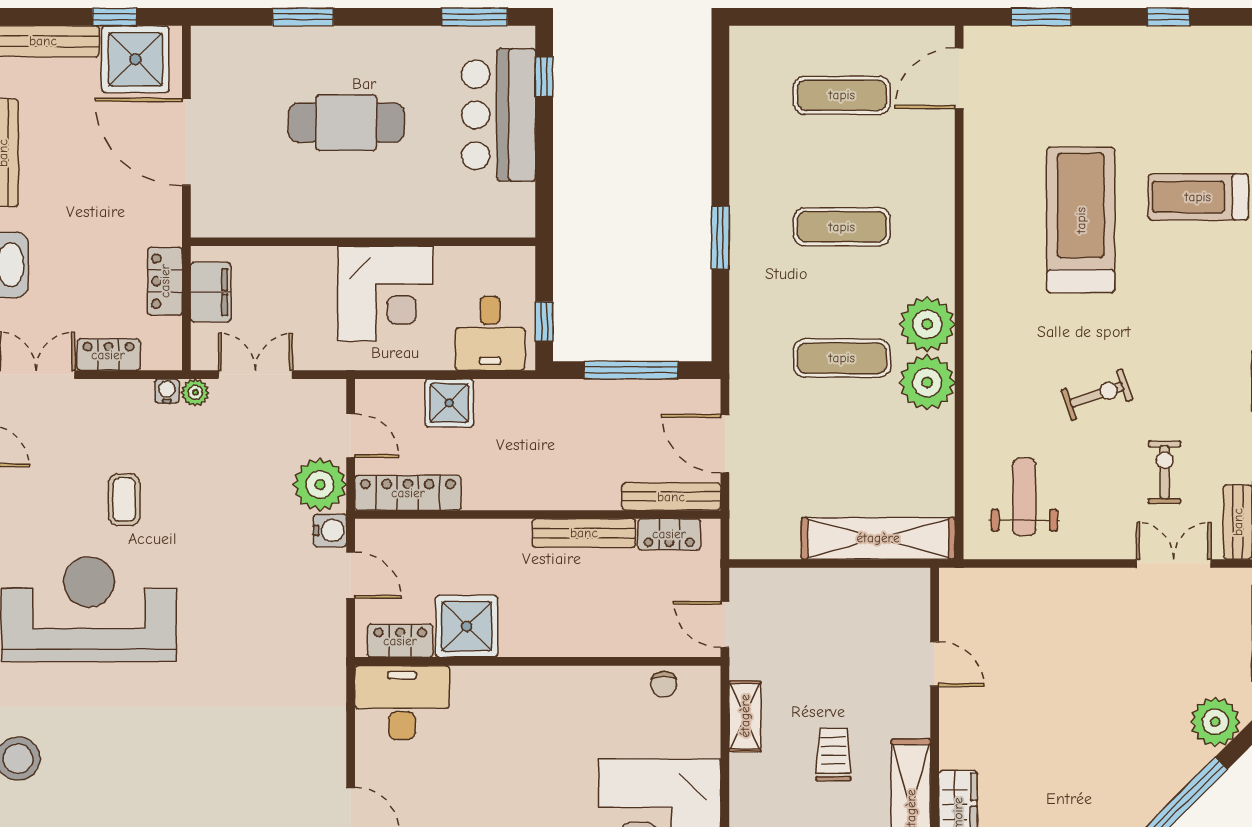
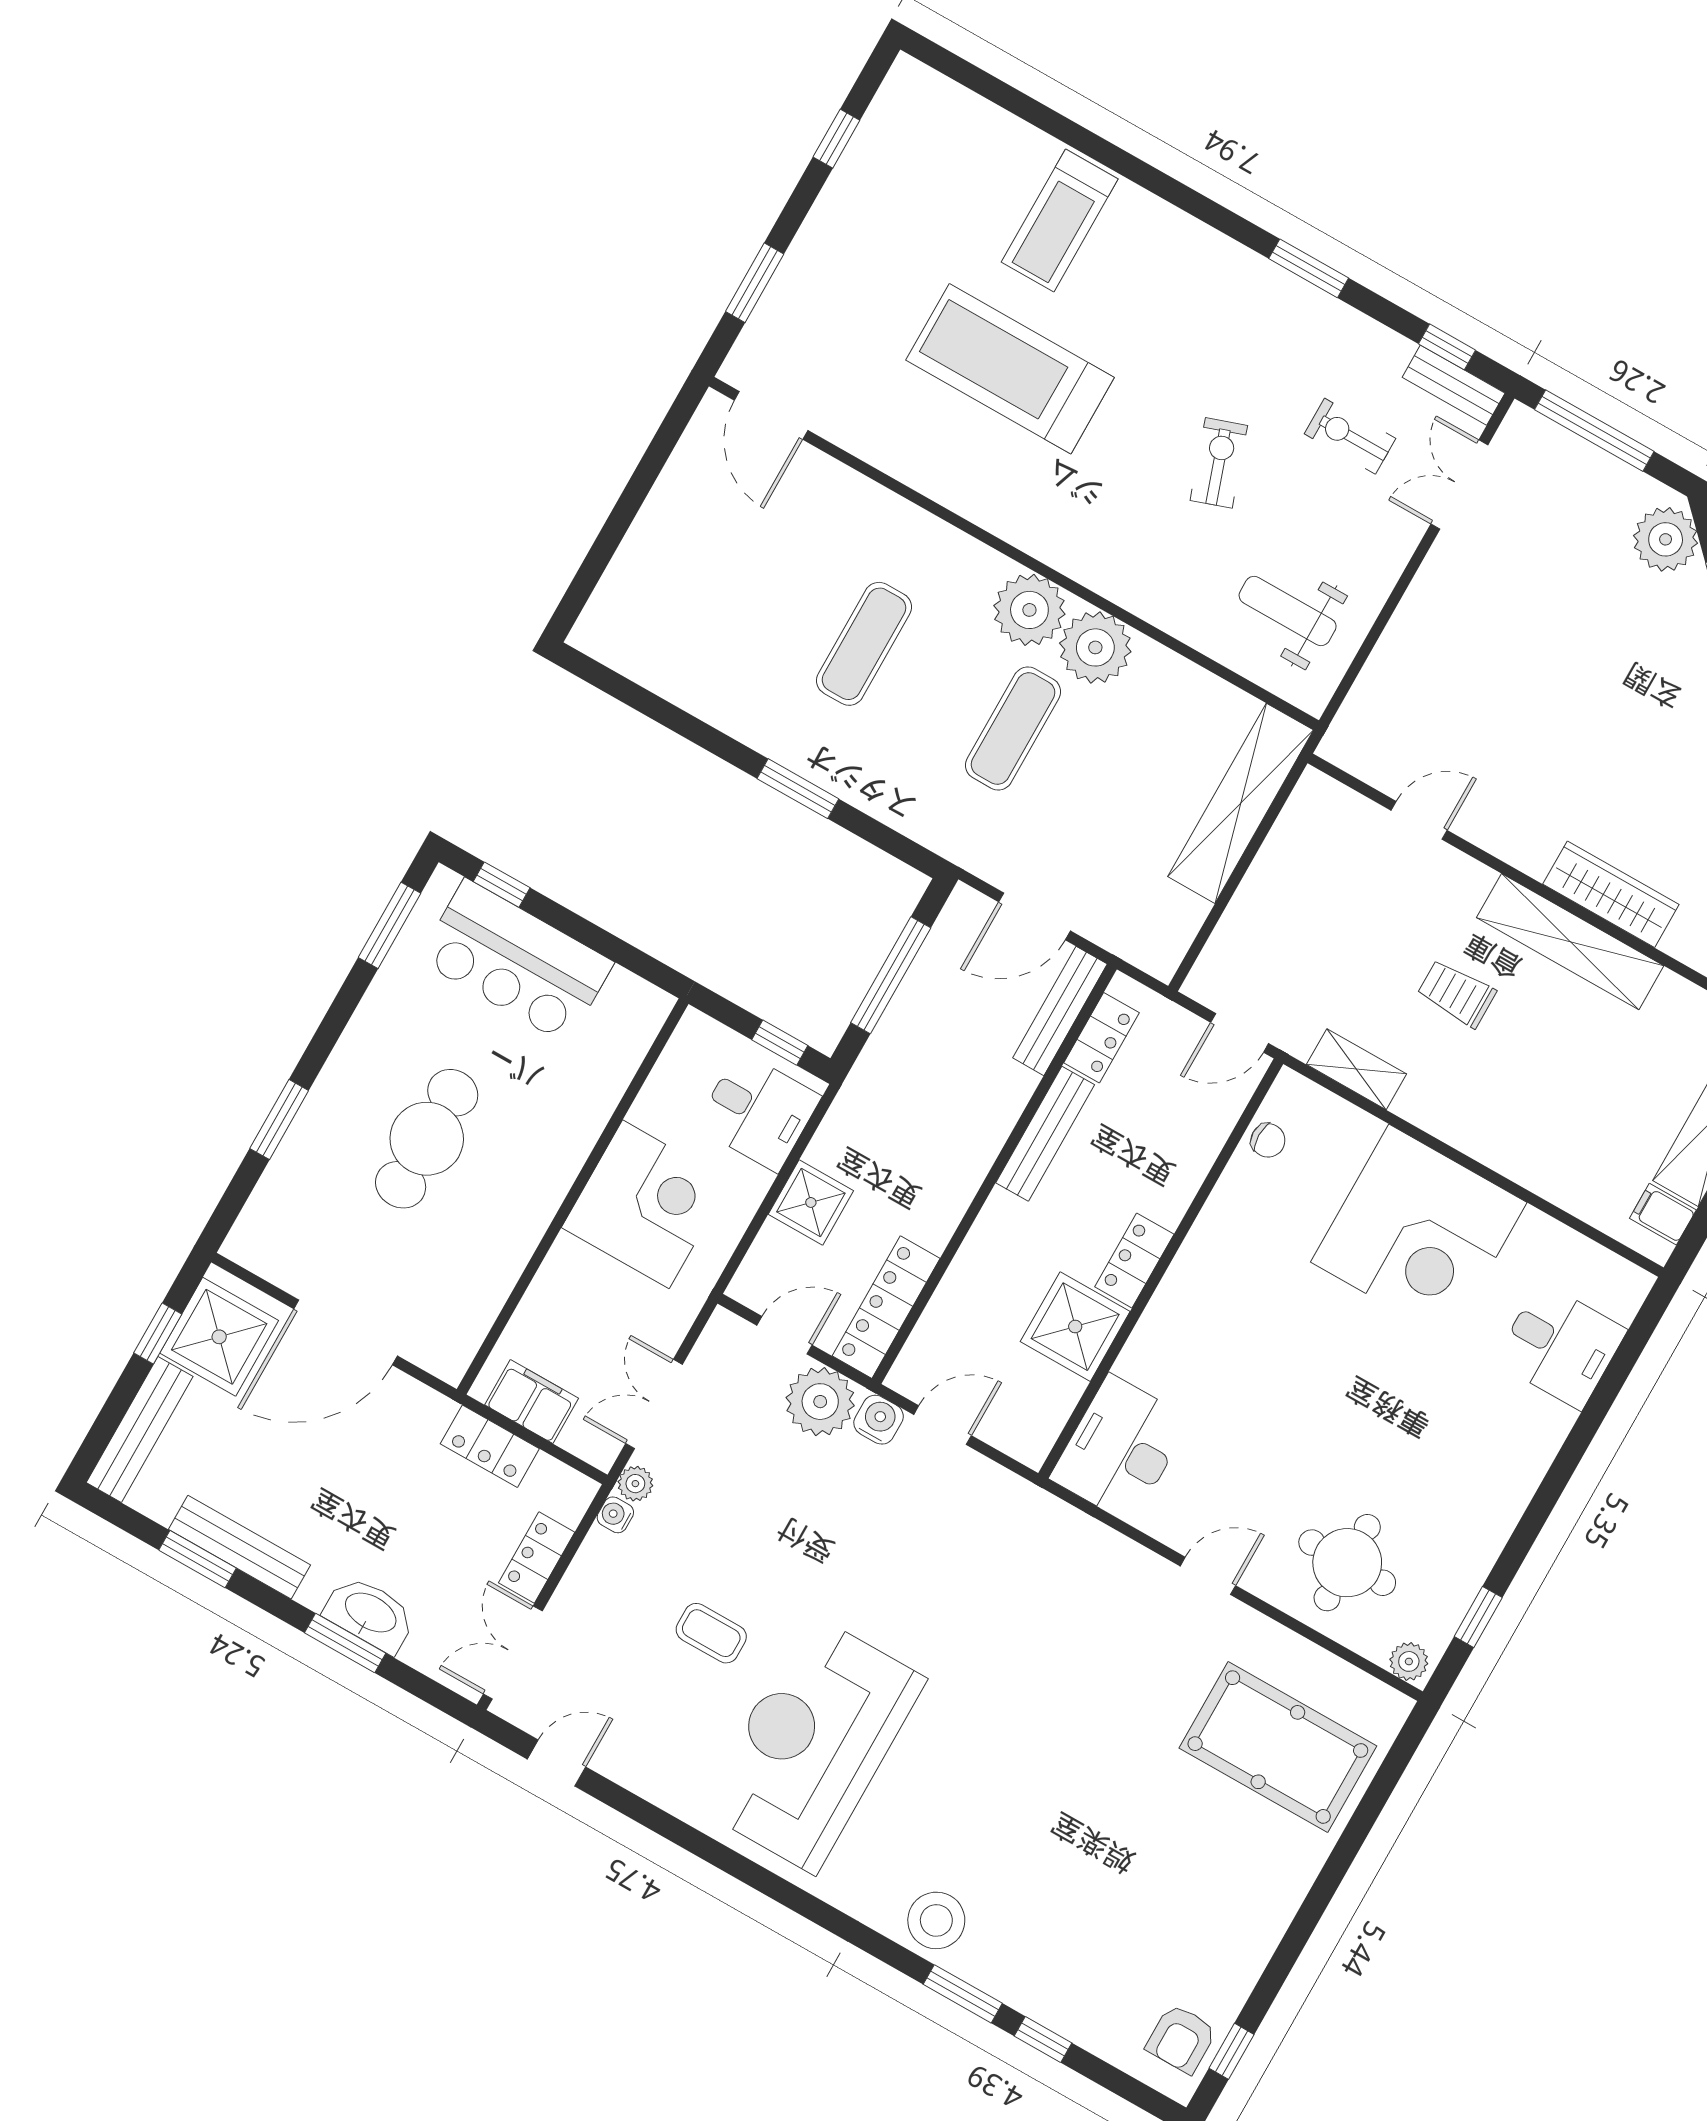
exercise mat: (842, 95) -> (715, 559), removed
locker: (400, 641) -> (1134, 1261), moved

